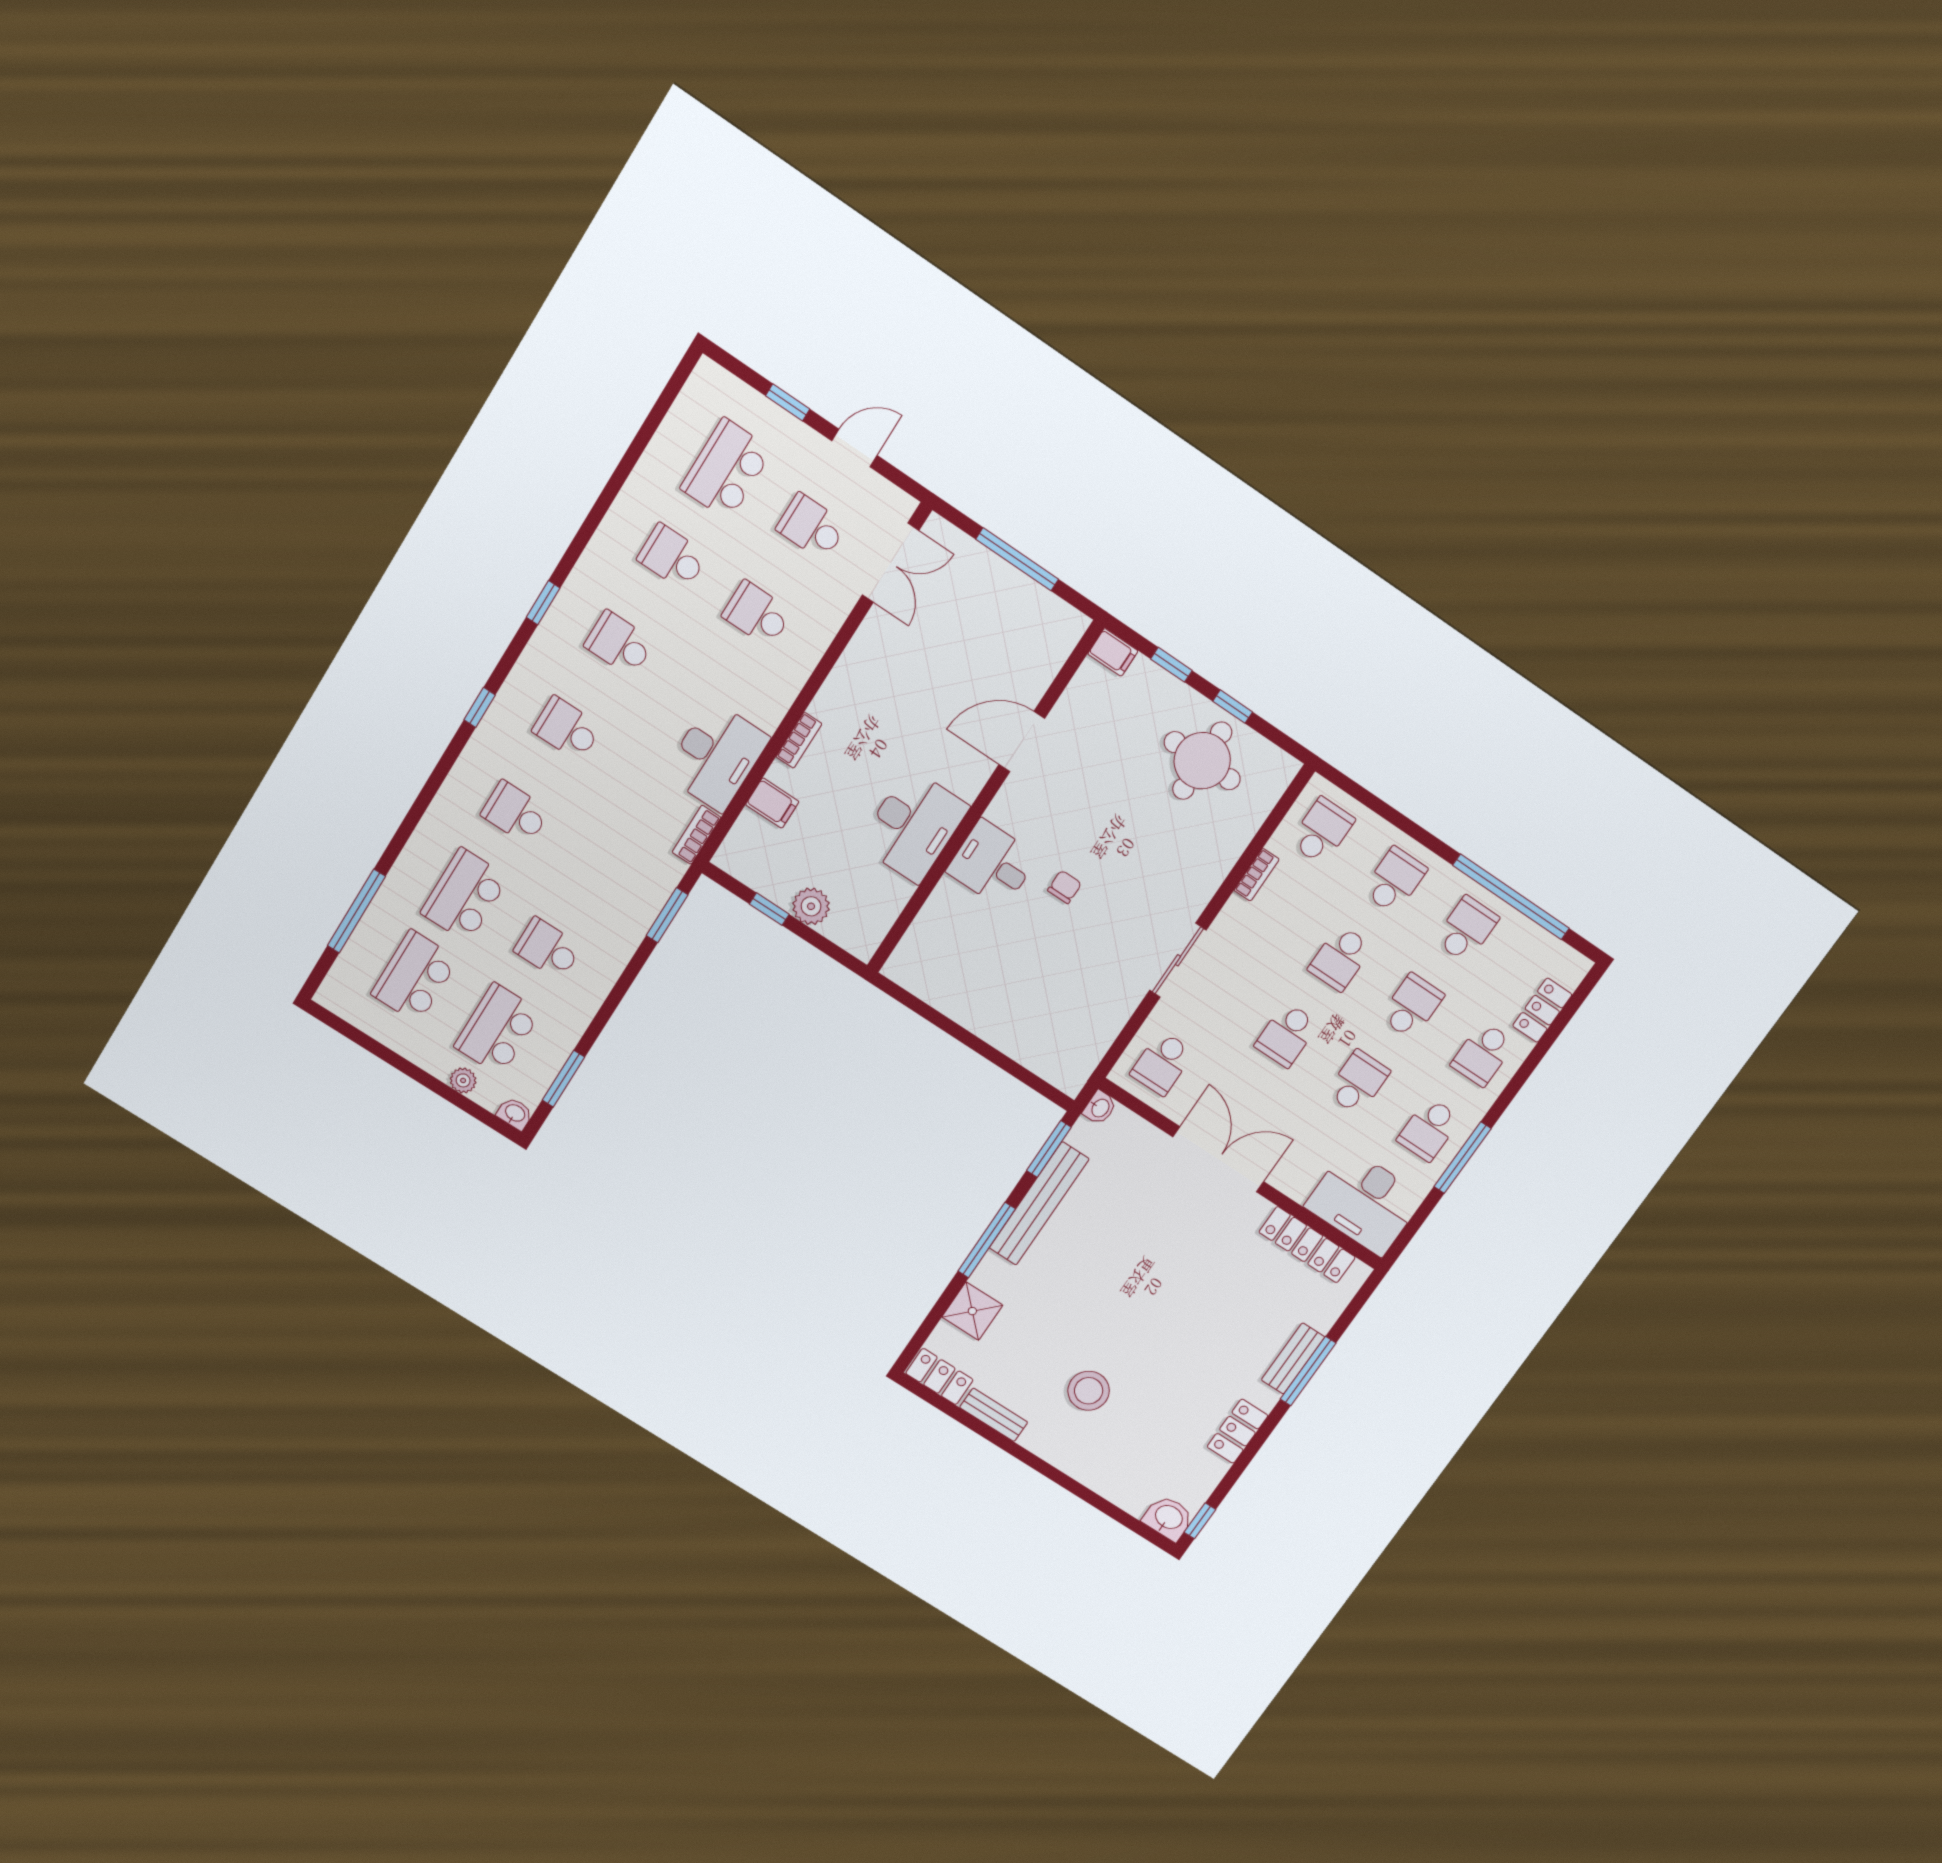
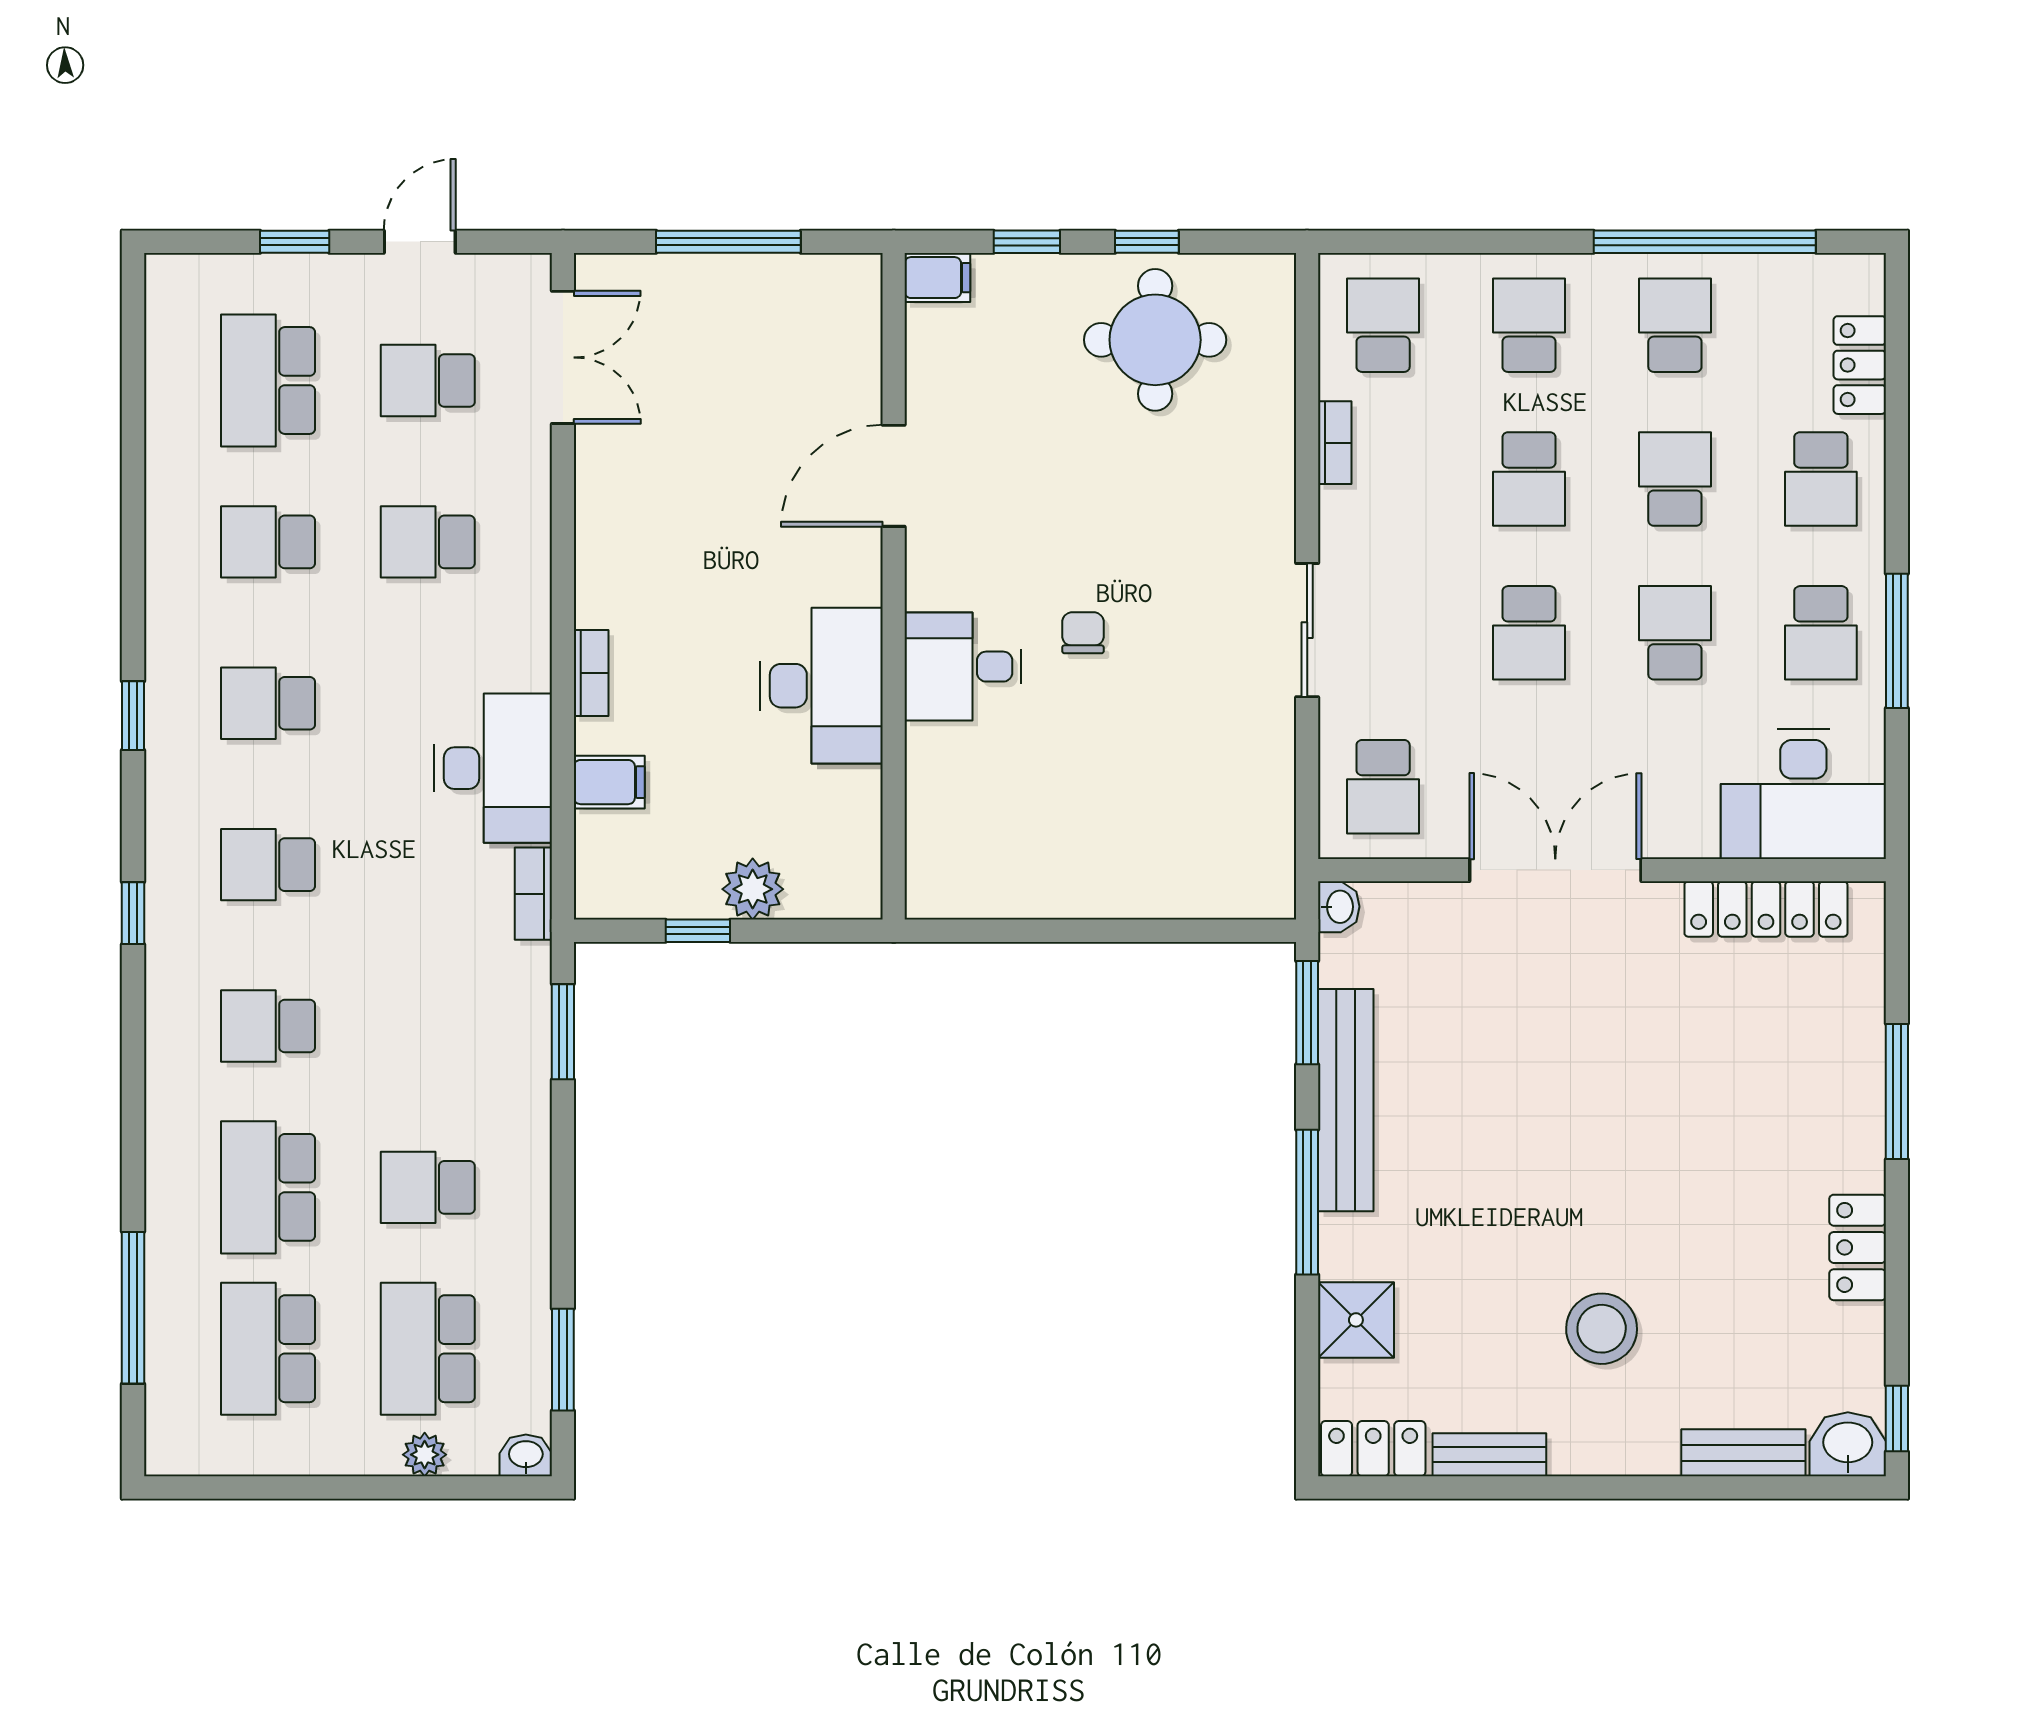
bench: (1293, 1359) -> (1743, 1453), moved, turned 90

